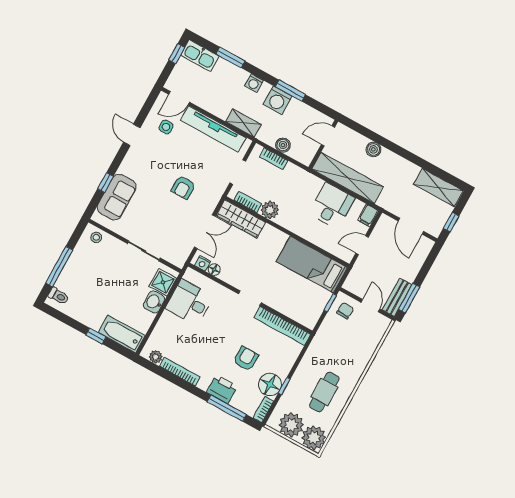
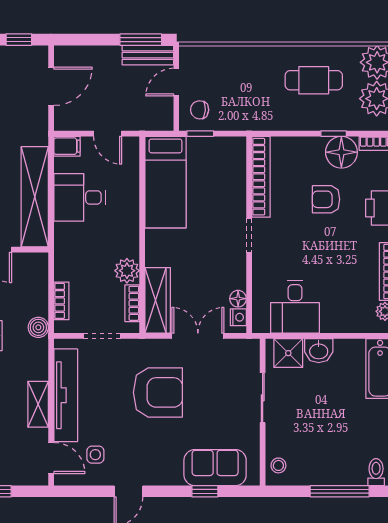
shelving: (243, 123) -> (38, 404), moved
boiler: (283, 145) -> (38, 327), moved
armchair: (183, 187) -> (158, 392), width x1.88, depth x1.88

